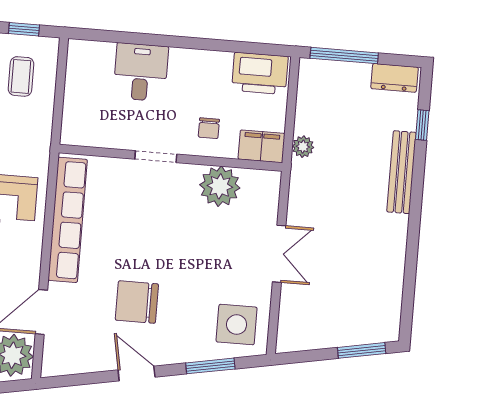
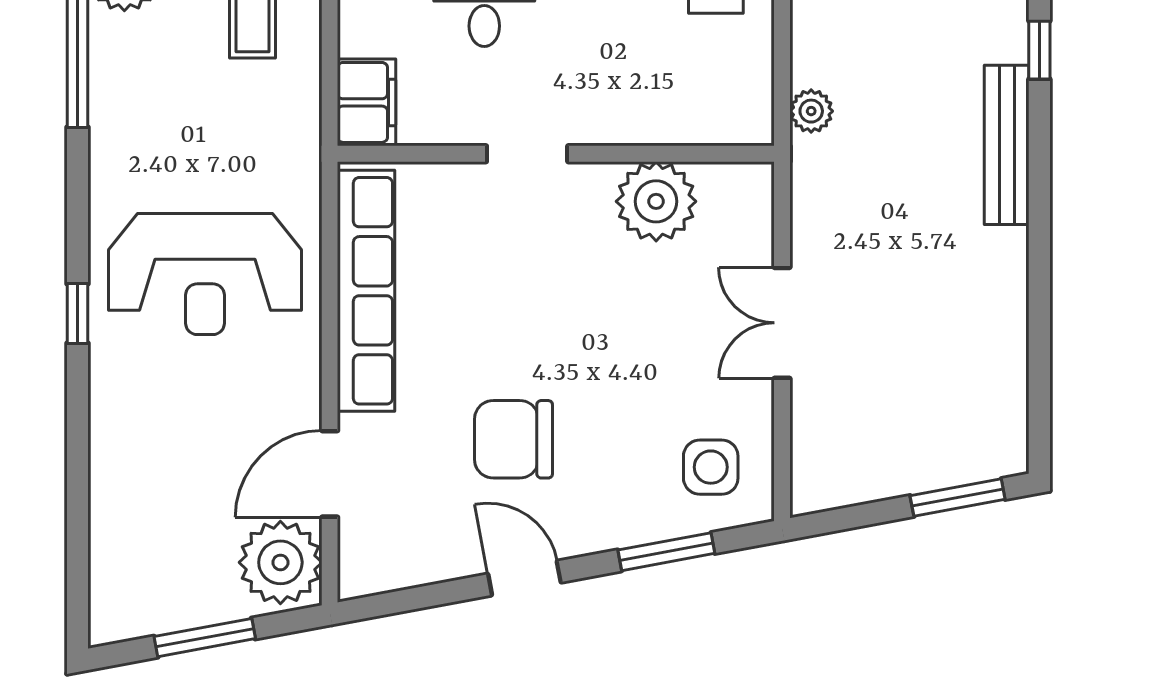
chair: (209, 128) -> (625, 90), removed
filing cabinet: (262, 146) -> (366, 102), moved, turned 90
double door: (279, 254) -> (782, 323), swing flipped
side table: (237, 325) -> (711, 467), width x0.73, depth x0.73

